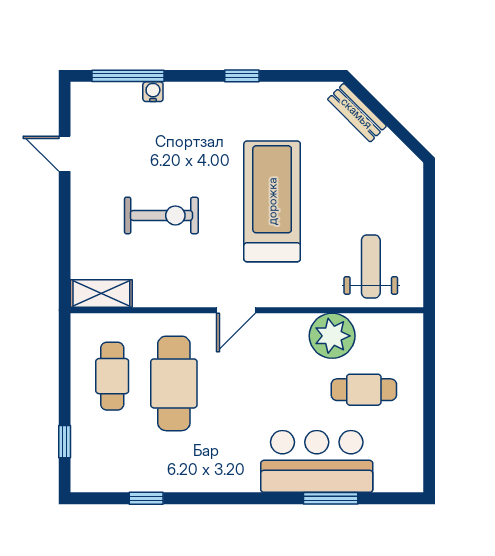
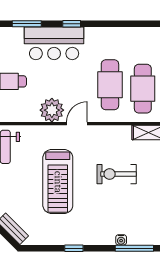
plant: (332, 336) -> (52, 110), moved
cafe table: (112, 376) -> (143, 89), width x1.37, depth x1.35
bar counter: (317, 461) -> (54, 43), moved
window: (146, 498) -> (72, 24), moved

